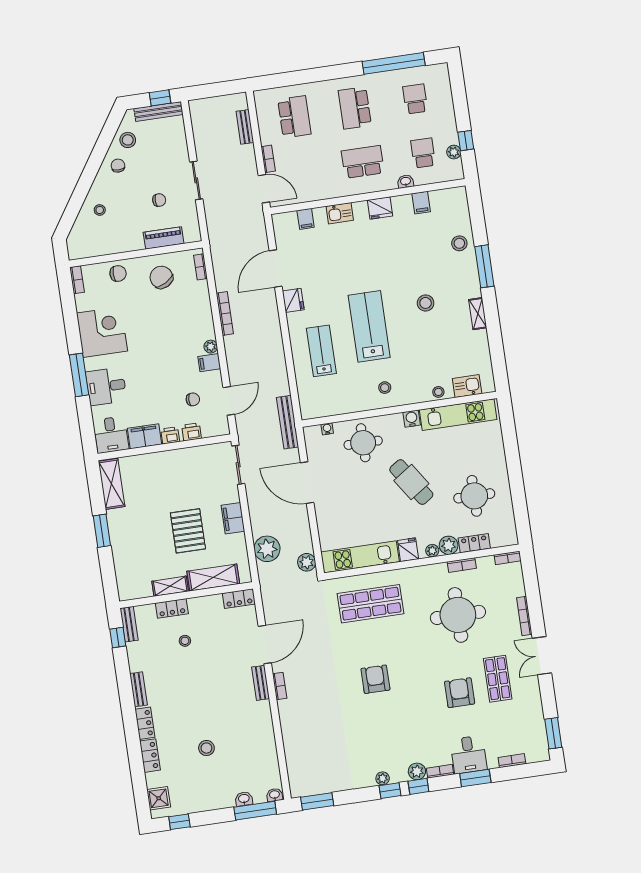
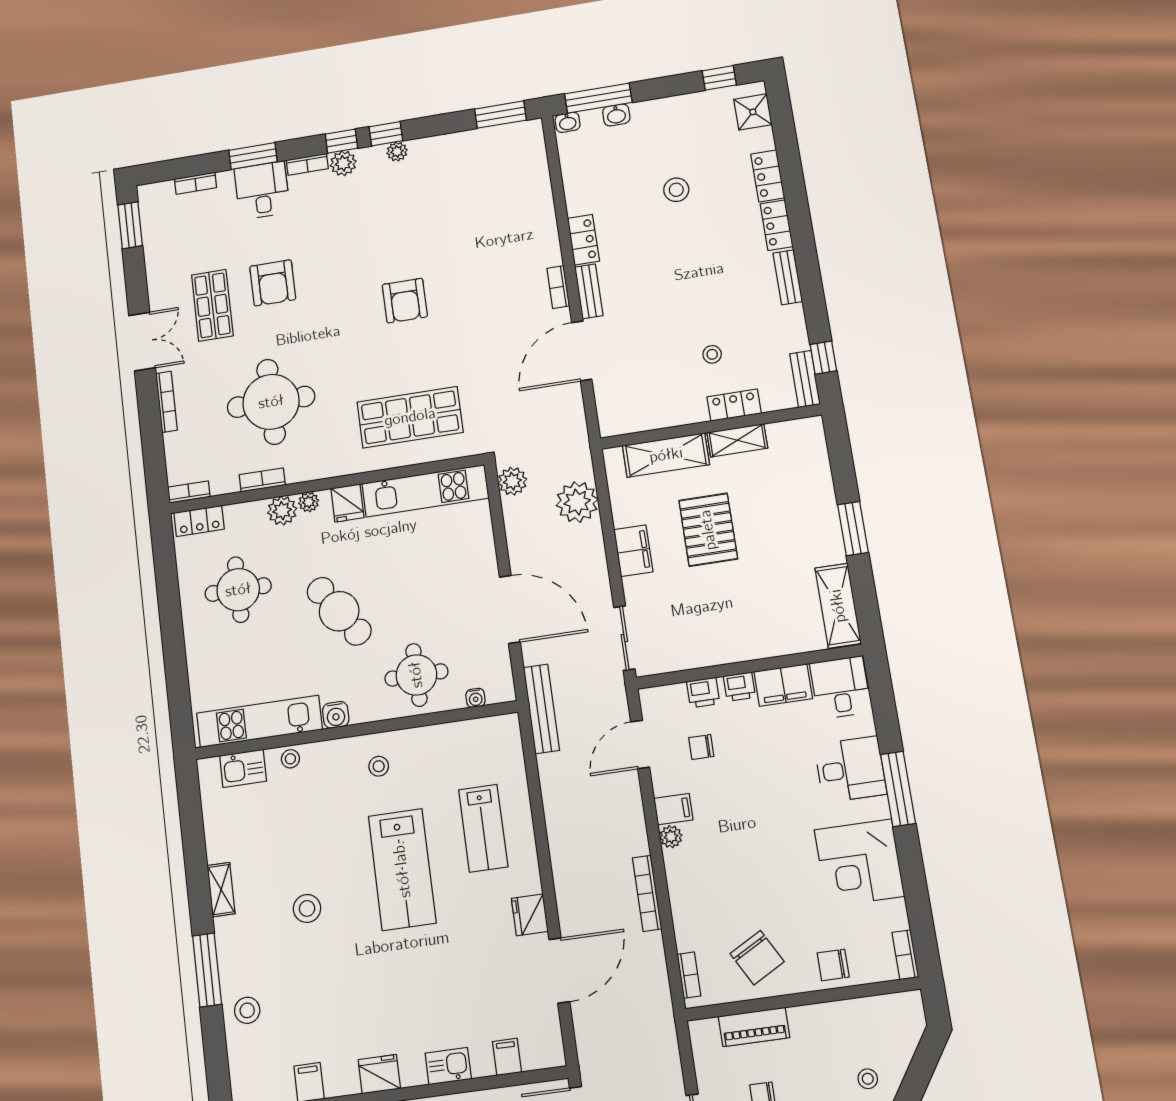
locker: (474, 543) -> (199, 521), moved
locker: (239, 599) -> (583, 240), moved, turned 90

